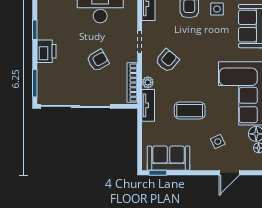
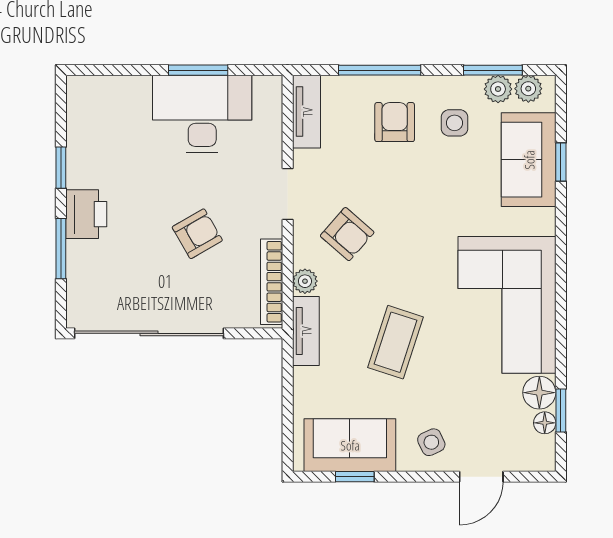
armchair: (167, 61) -> (347, 234), turned 91
window: (35, 83) -> (61, 249), moved
coffee table: (190, 111) -> (396, 342), turned -72
side table: (218, 142) -> (431, 442), moved
window: (158, 173) -> (355, 477), moved

